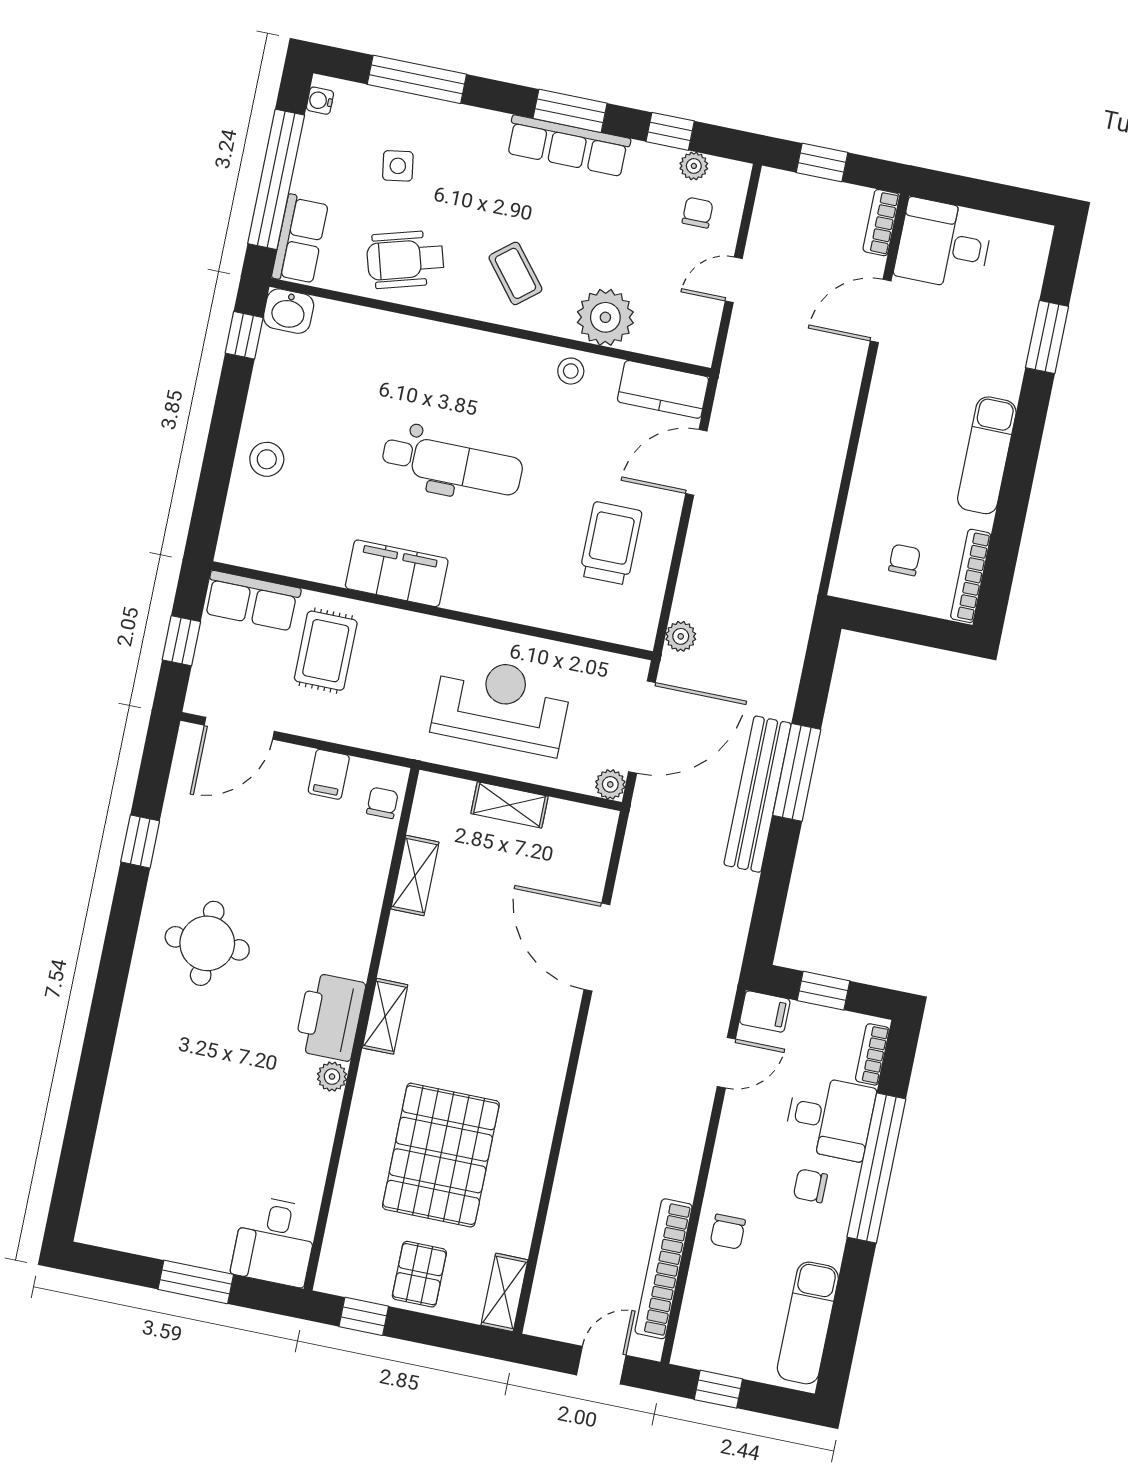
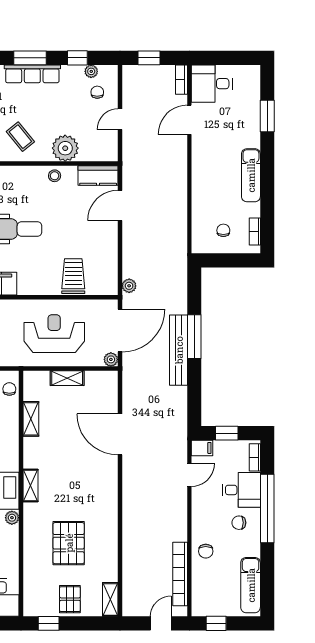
trolley: (611, 543) -> (73, 276), moved
bookcase: (971, 576) -> (255, 231), width x0.64
pallet: (441, 1155) -> (69, 543), width x0.73, depth x0.71

